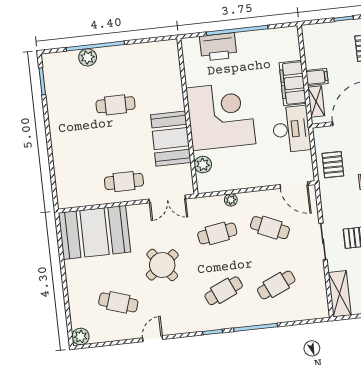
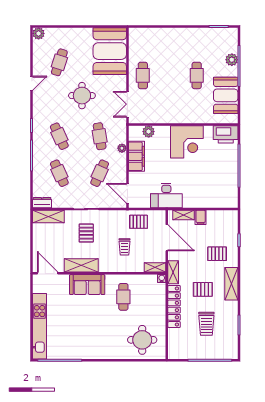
printer: (218, 47) -> (226, 134), moved, turned -90
filing cabinet: (293, 83) -> (136, 156), moved, turned 90
corner desk: (221, 116) -> (187, 142), width x0.74, depth x0.74
booth: (171, 139) -> (226, 95), moved, turned 90
door: (294, 185) -> (127, 193), hinge flipped
round table: (162, 265) -> (82, 96), turned 37
dresser: (321, 305) -> (42, 203), added
door: (153, 339) -> (32, 83), hinge flipped

